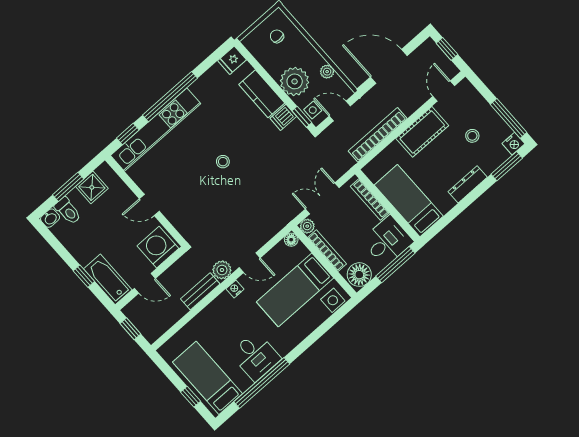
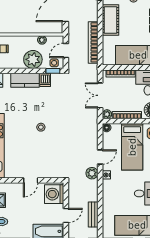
bench: (200, 291) -> (93, 214), moved

